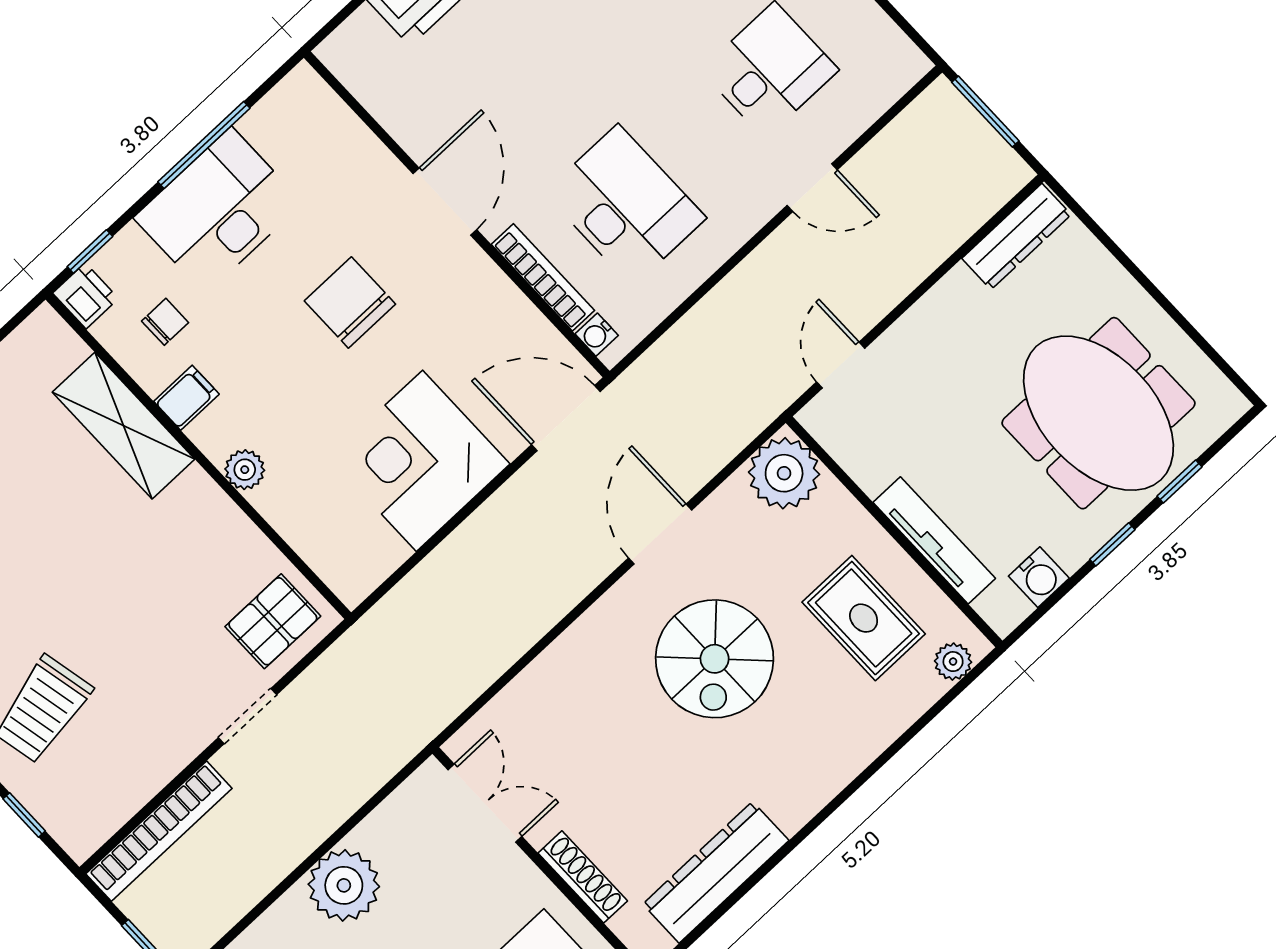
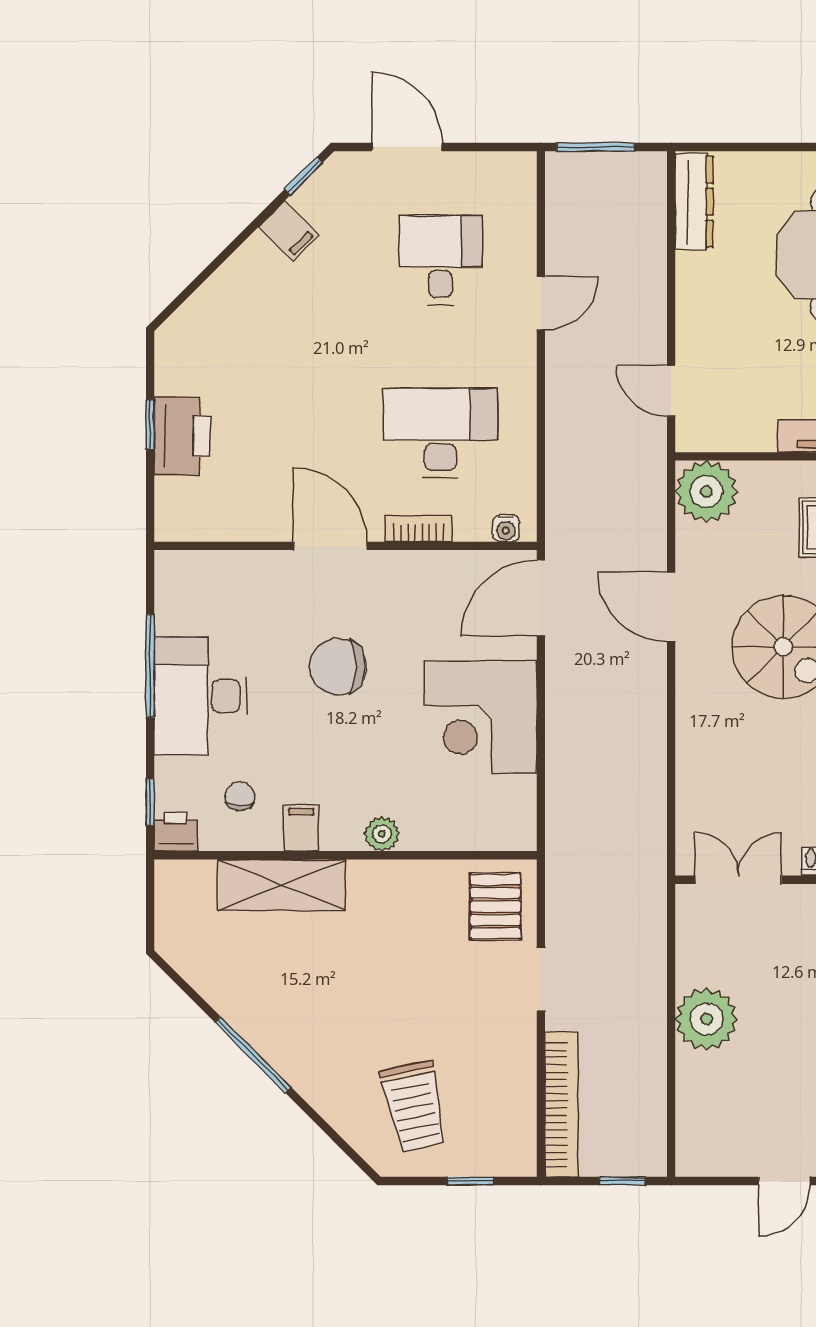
bookcase: (543, 277) -> (419, 529), width x0.64

